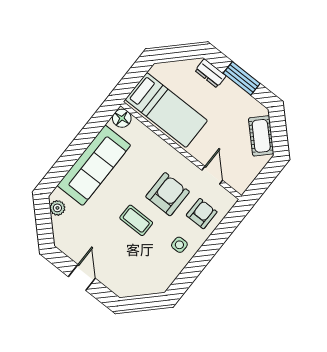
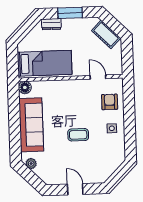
armchair: (168, 194) -> (83, 107), removed

